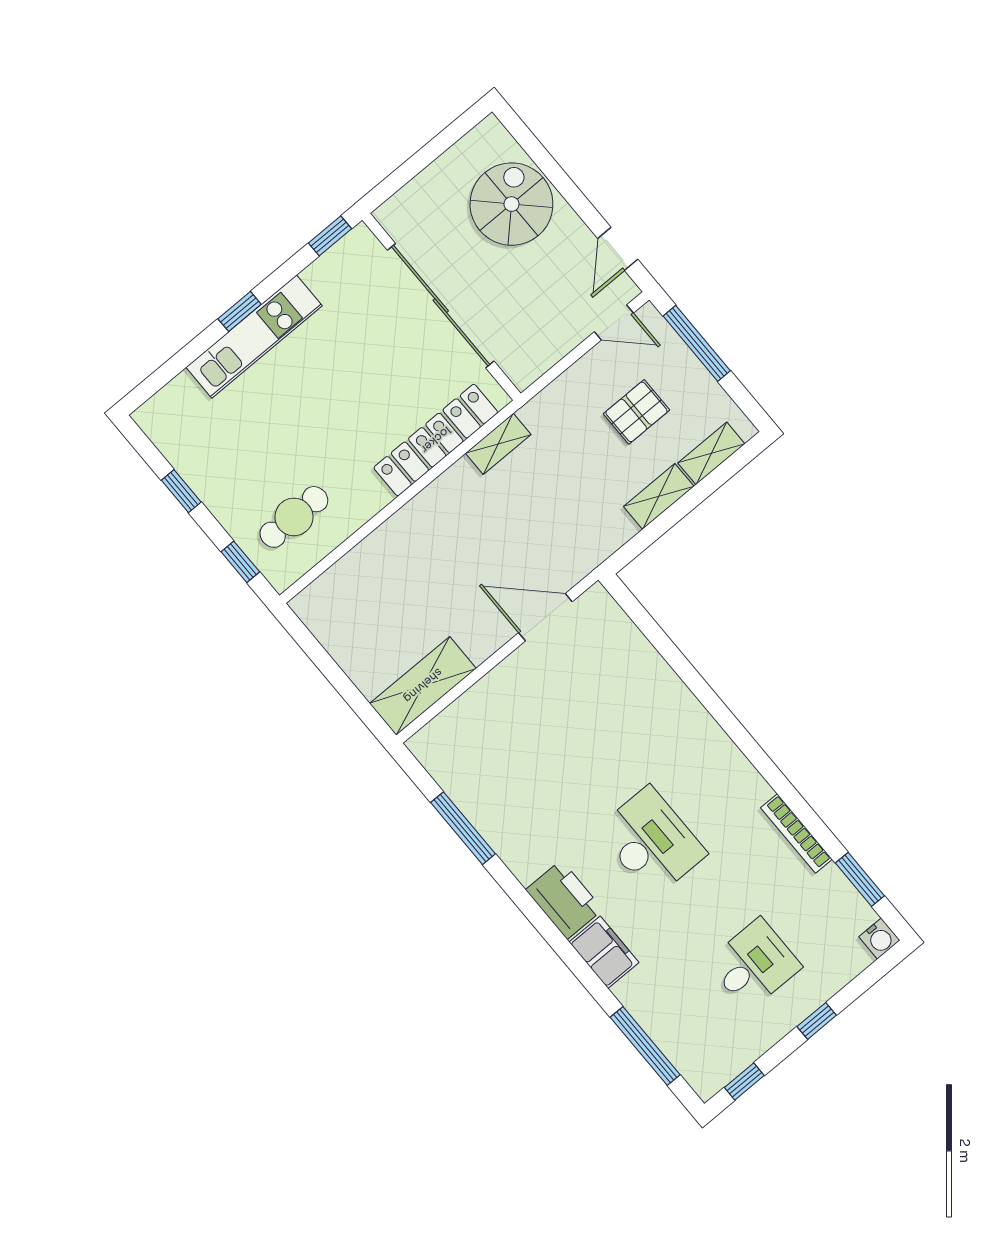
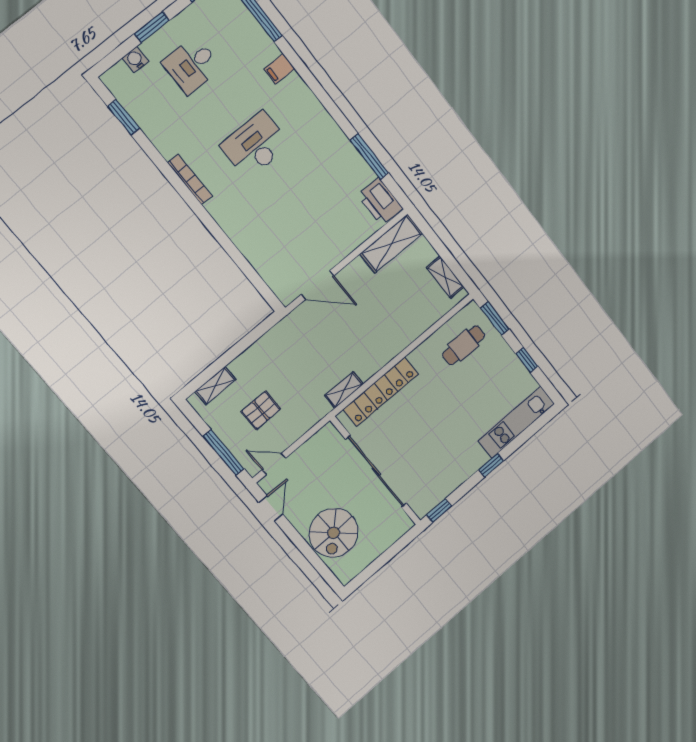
kitchen unit: (254, 337) -> (516, 422), moved
shelving: (659, 496) -> (445, 277), moved, turned 90
window: (240, 562) -> (495, 319), width x1.50
bookcase: (796, 833) -> (190, 179), moved
desk: (651, 842) -> (255, 145), turned 90
printer: (564, 900) -> (380, 202), moved
water cooler: (879, 939) -> (135, 60), moved
filing cabinet: (604, 952) -> (279, 69), width x0.50
window: (817, 1021) -> (152, 27), width x1.50

